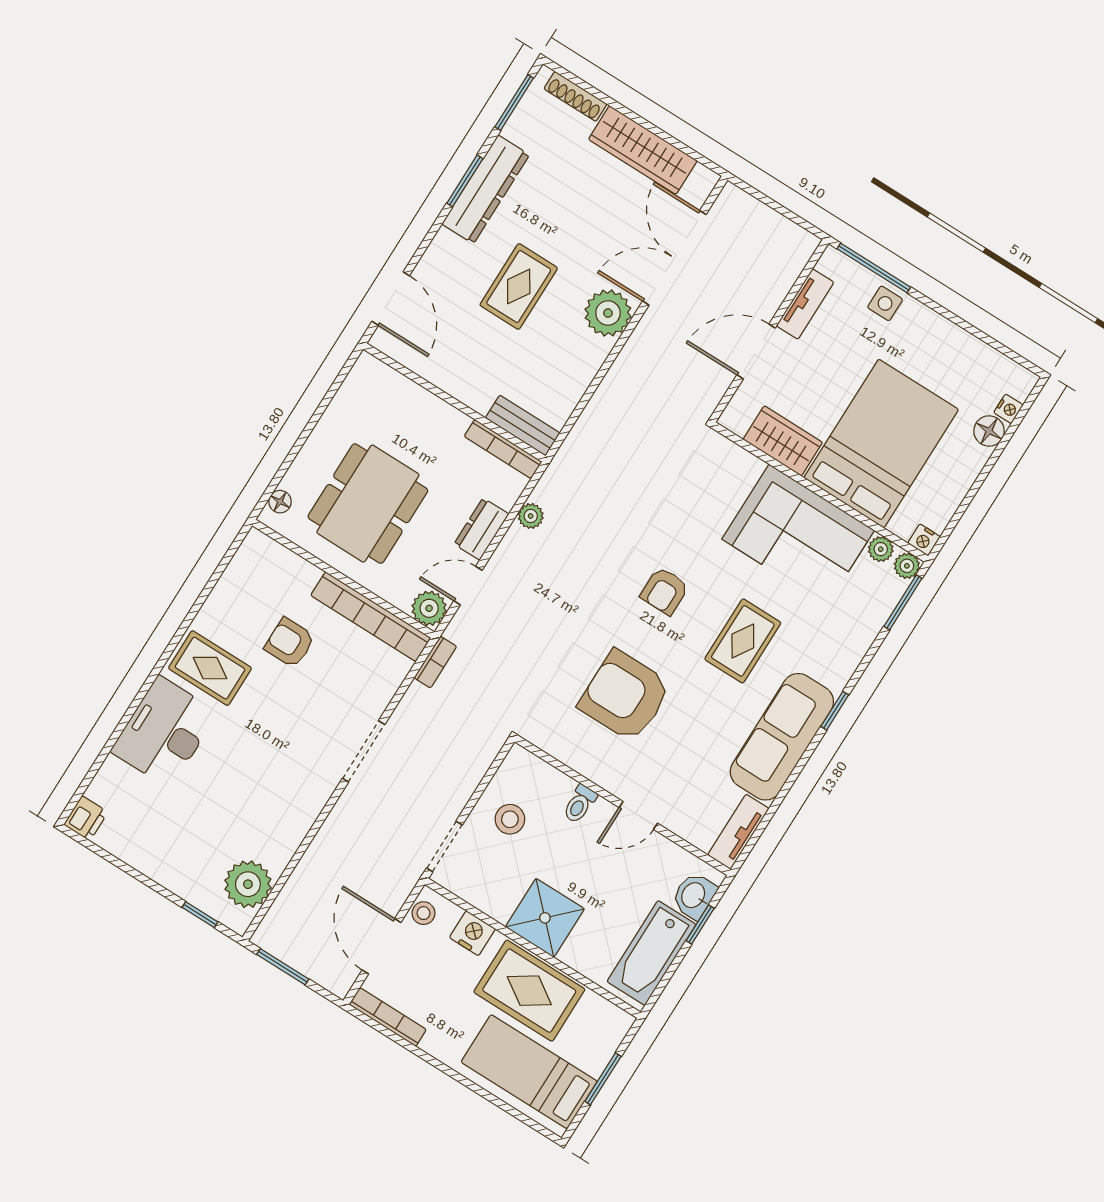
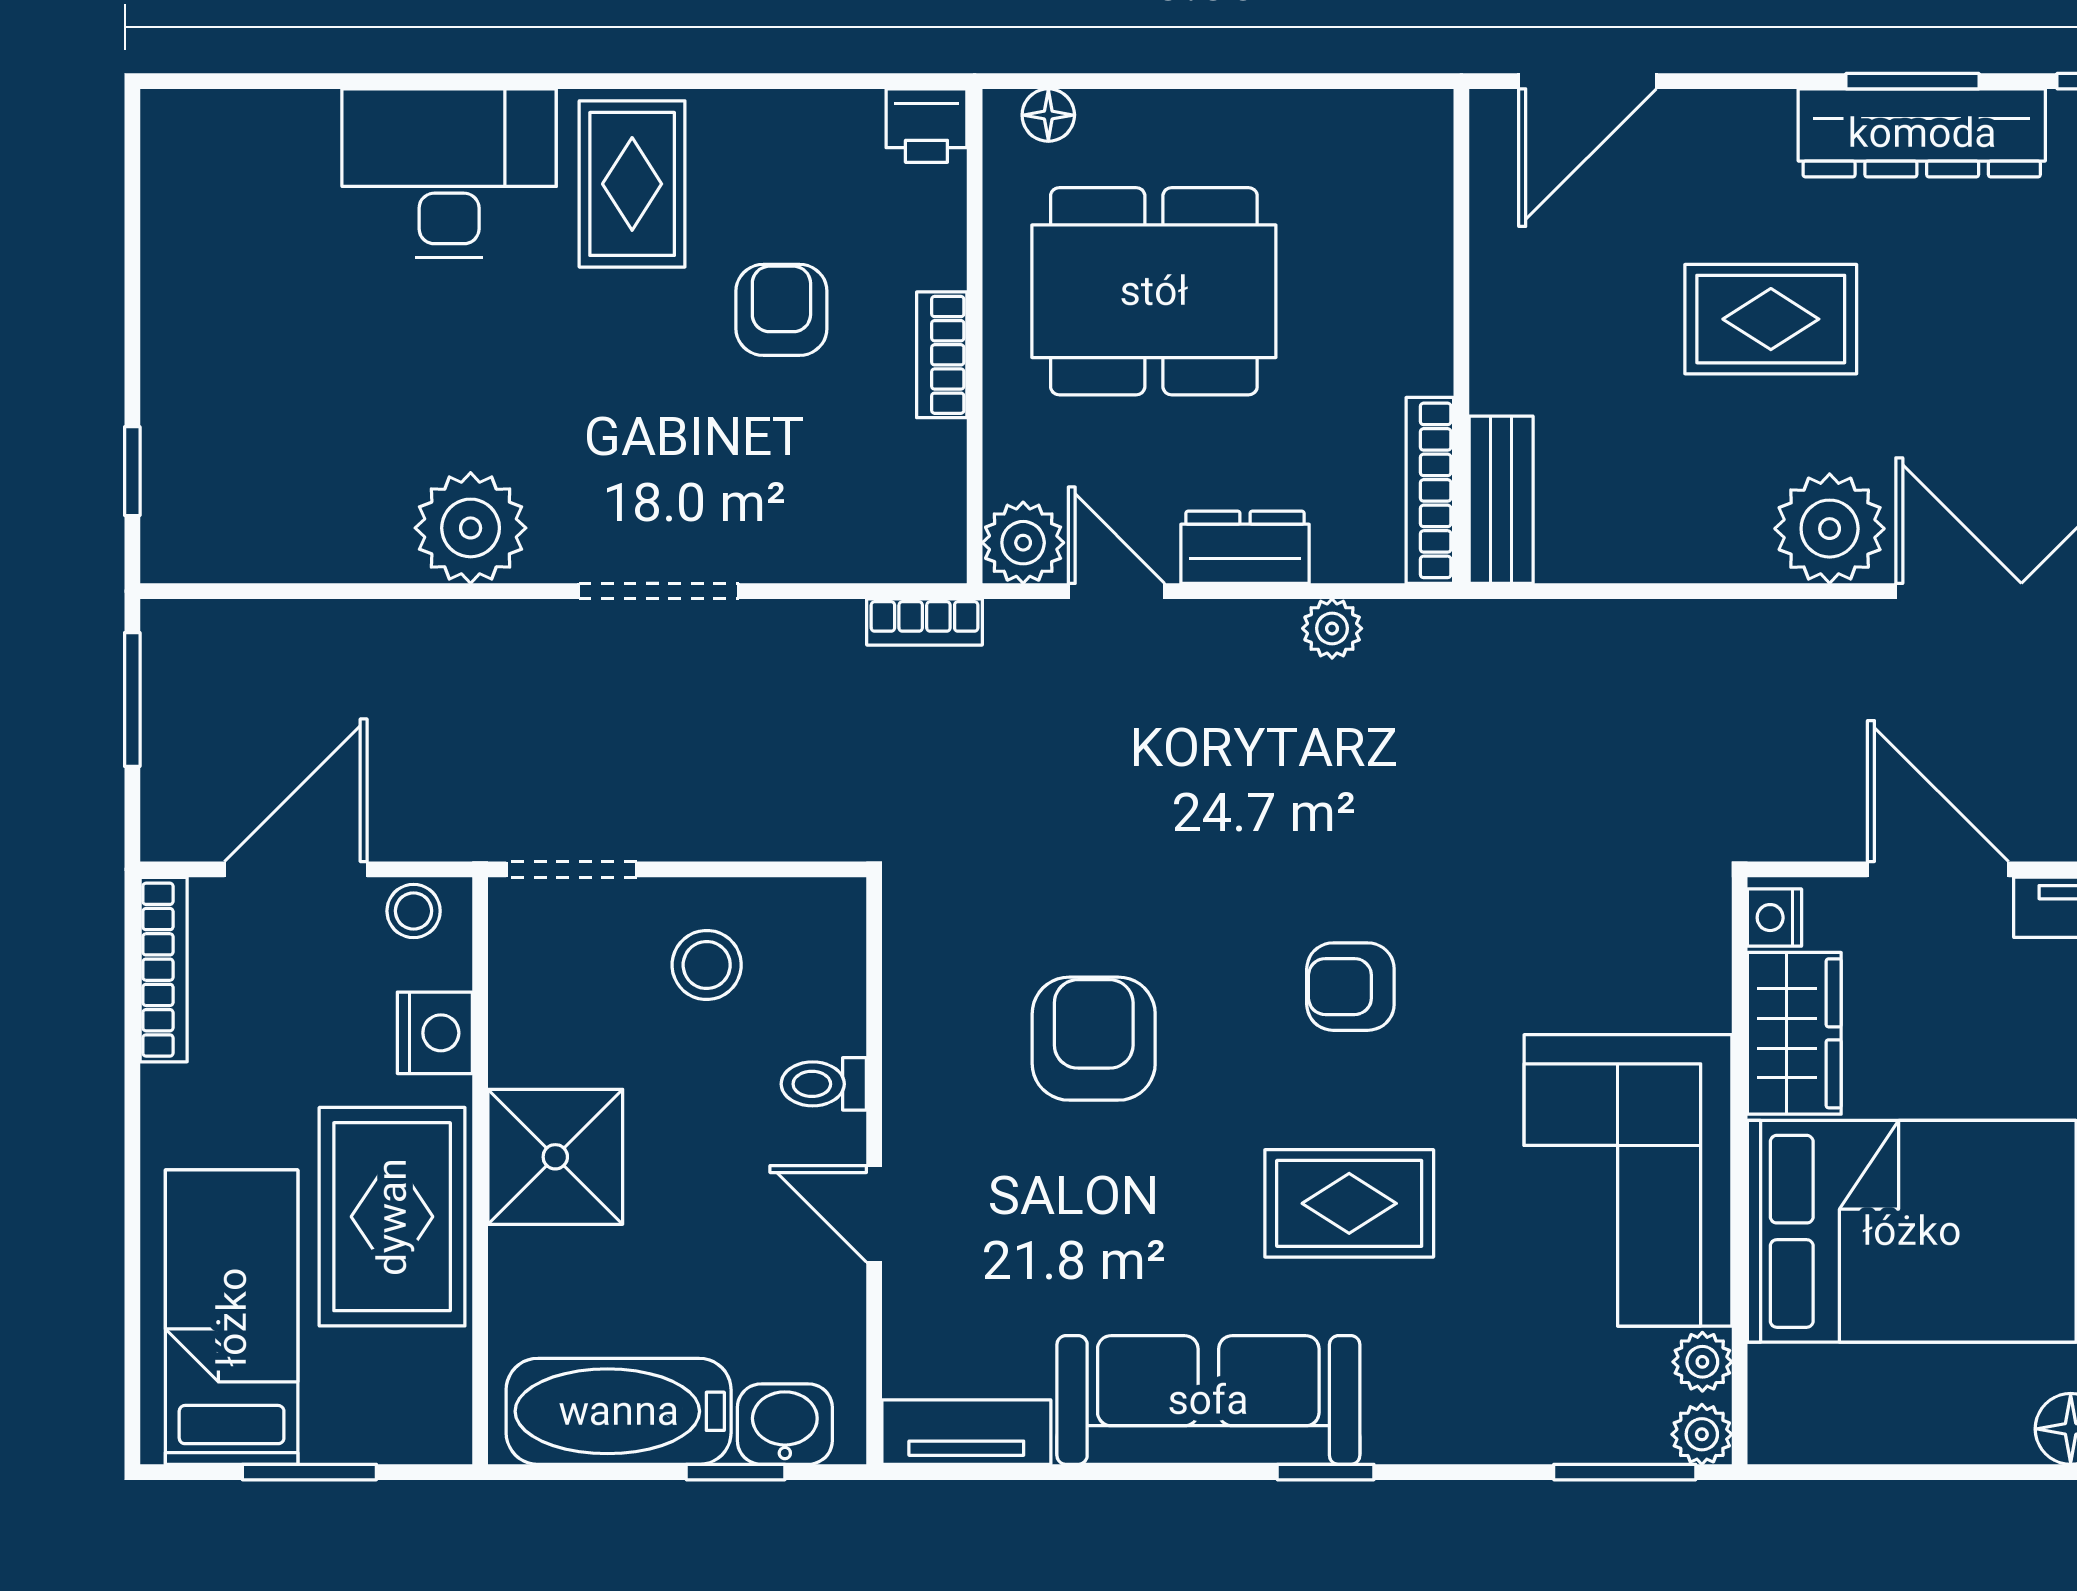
nightstand: (924, 540) -> (1774, 918), moved
bookcase: (371, 617) -> (942, 355), width x0.43, depth x0.76
armchair: (625, 696) -> (1094, 1039), width x0.73, depth x0.73
printer: (86, 818) -> (926, 126), moved
plant: (248, 884) -> (471, 528), moved

